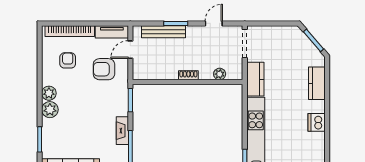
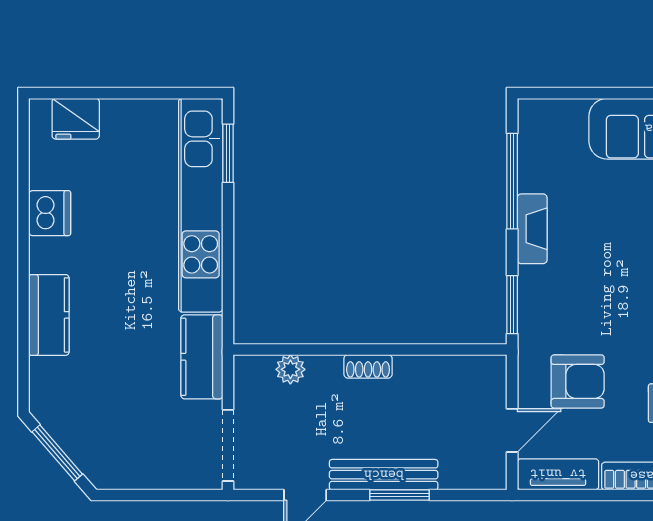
bench: (164, 32) -> (384, 475), moved
kitchen counter: (317, 83) -> (49, 315), moved
dishwasher: (317, 122) -> (50, 213), moved

